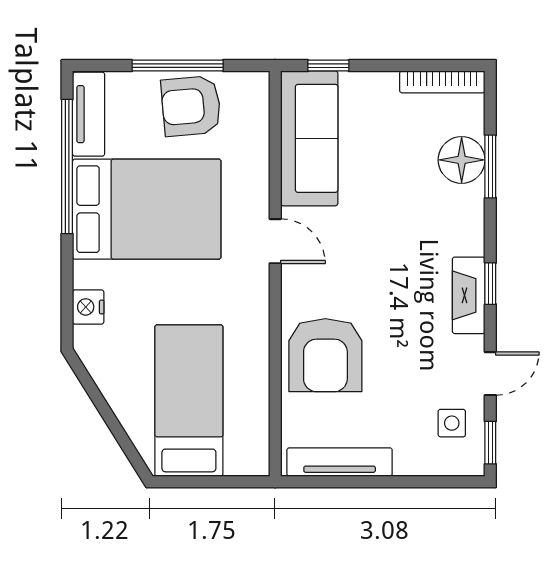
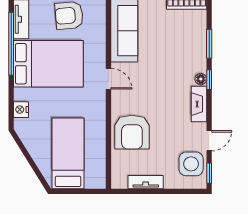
floor lamp: (462, 160) -> (201, 79), moved, width x0.53, depth x0.53
window: (490, 284) -> (209, 80), moved
side table: (452, 423) -> (191, 164), width x1.87, depth x1.87
tv unit: (340, 462) -> (146, 182), width x0.71

